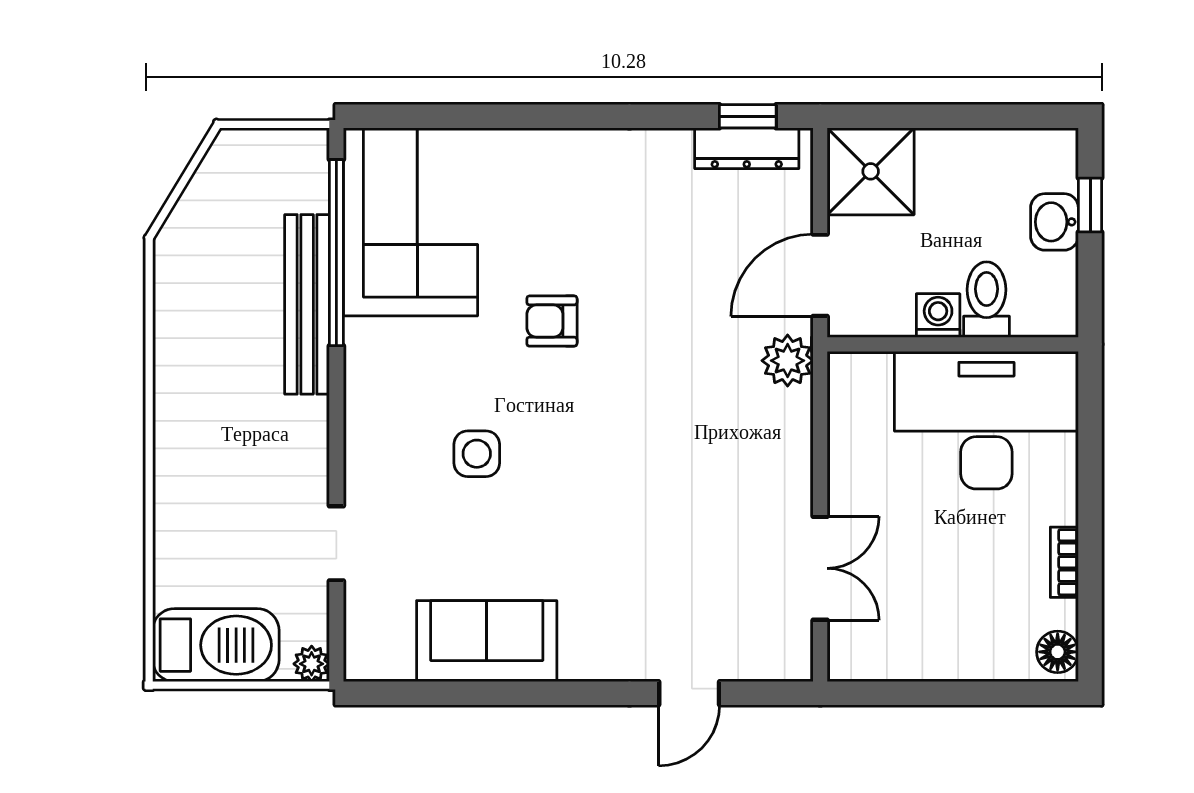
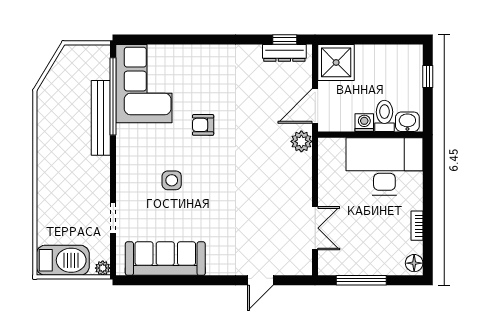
washbasin: (1054, 222) -> (407, 122), moved, turned 90
sofa: (487, 641) -> (165, 259), width x1.36
window: (931, 693) -> (361, 280), added

